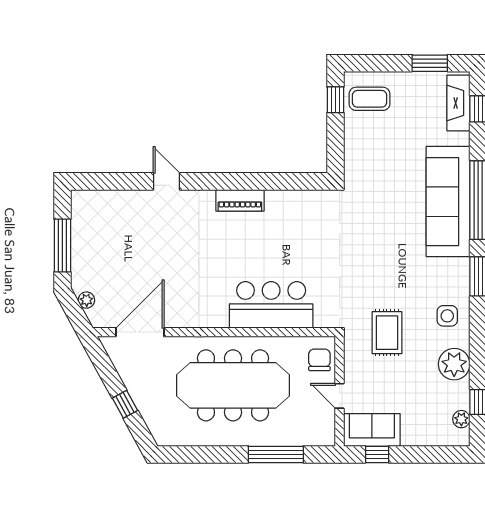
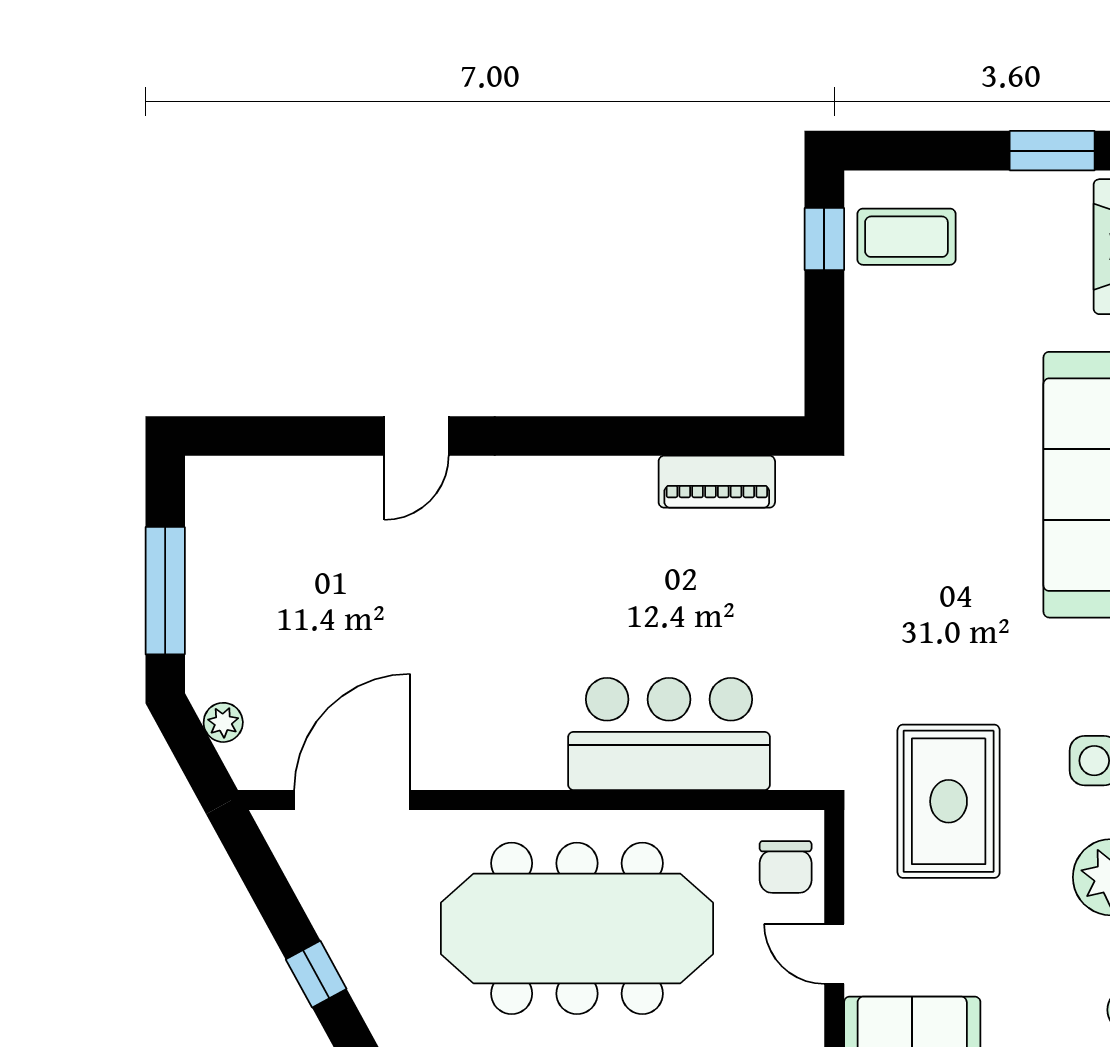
door: (167, 181) -> (417, 436), swing flipped
piano: (240, 200) -> (717, 482), moved
rug: (387, 333) -> (949, 801), width x1.36, depth x1.43
chair: (319, 360) -> (786, 867), turned 180

